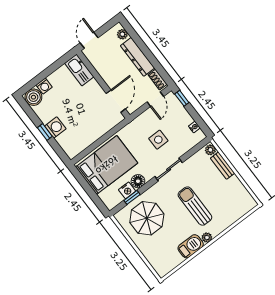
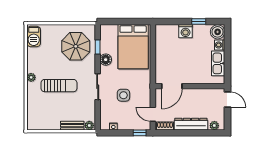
kitchen sink: (79, 70) -> (218, 63), moved, turned -90
door: (116, 101) -> (172, 86), hinge flipped
window: (45, 132) -> (199, 22), moved
nightstand: (127, 190) -> (105, 47), removed
barbecue: (191, 246) -> (34, 36), moved

